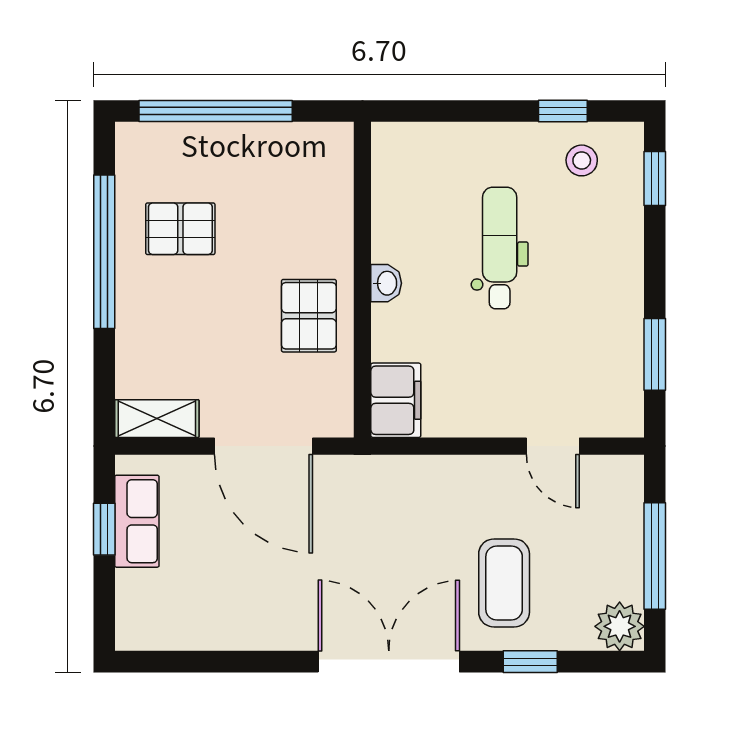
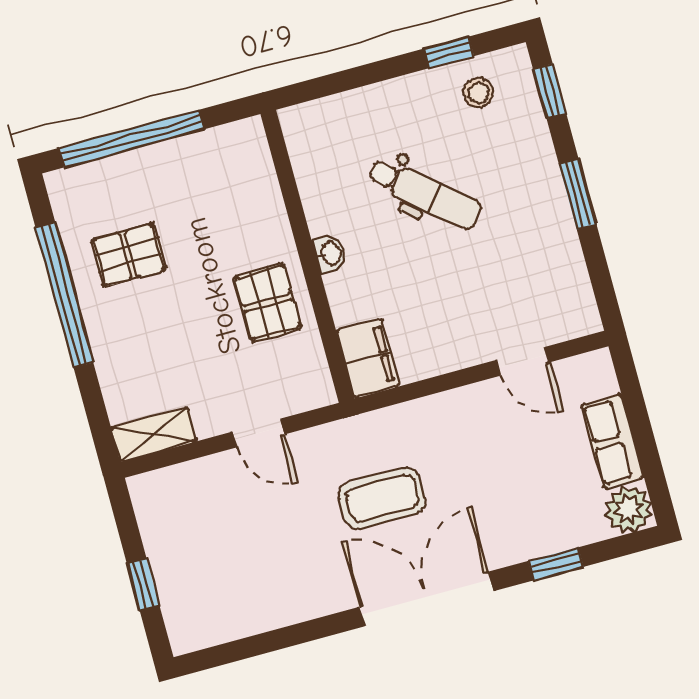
dental chair: (500, 248) -> (425, 193), turned 130
window: (655, 354) -> (578, 194), moved
door: (264, 446) -> (258, 433), width x0.53
row of seats: (137, 521) -> (613, 441), moved, turned 180
window: (104, 529) -> (143, 585), moved
window: (655, 556) -> (643, 436), removed
coffee table: (504, 583) -> (382, 498), moved, turned 90

